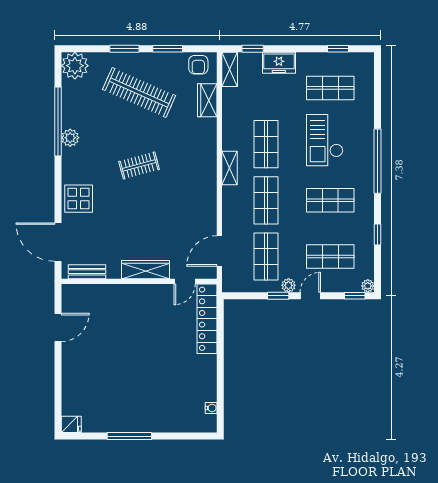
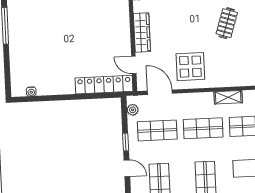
clothes rail: (139, 165) -> (227, 23), turned 33
display table: (190, 212) -> (190, 67), added
plant: (289, 285) -> (133, 110), moved

